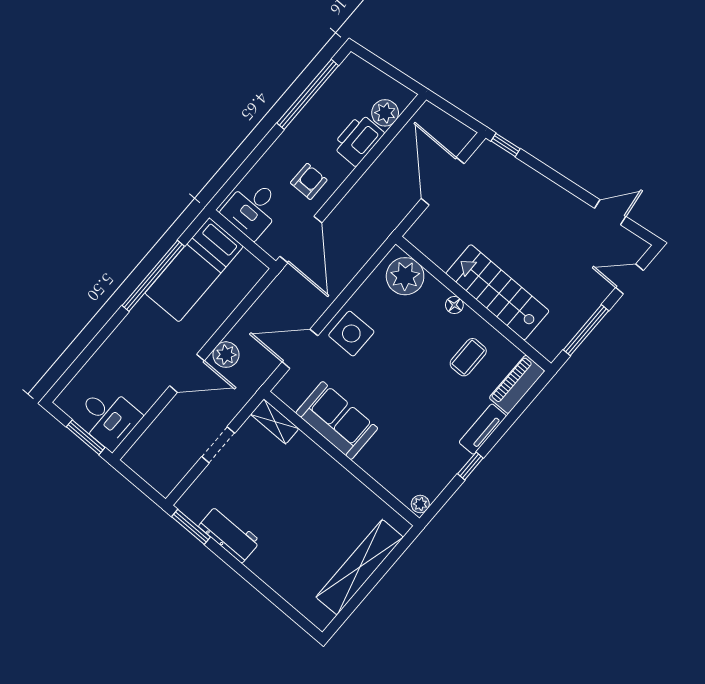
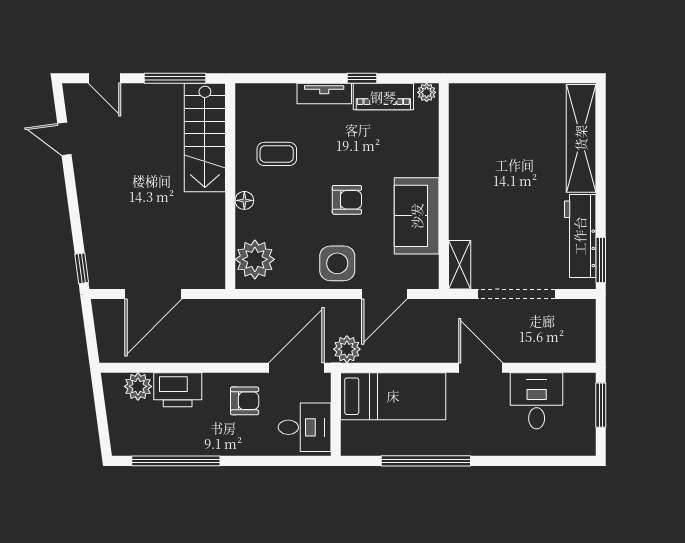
armchair: (309, 181) -> (245, 401), turned 180
bed: (194, 270) -> (393, 396), moved
stairs: (497, 292) -> (205, 138), moved
door: (300, 349) -> (384, 294), hinge flipped
plant: (226, 355) -> (347, 349), moved
armchair: (392, 380) -> (347, 200), added
piano: (517, 384) -> (383, 97), moved
desk: (108, 417) -> (537, 401), moved
doorway: (218, 445) -> (517, 294), width x1.87
workbench: (229, 534) -> (580, 236), width x1.38
shelving: (360, 567) -> (581, 138), moved, turned 90

